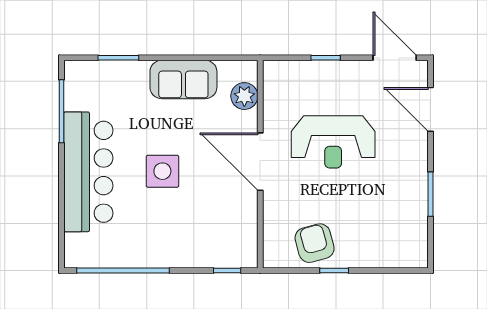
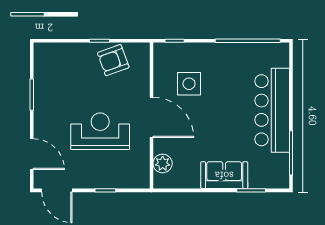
sofa: (183, 79) -> (224, 175), moved
side table: (162, 171) -> (189, 84), moved
armchair: (315, 243) -> (113, 60), turned 85

